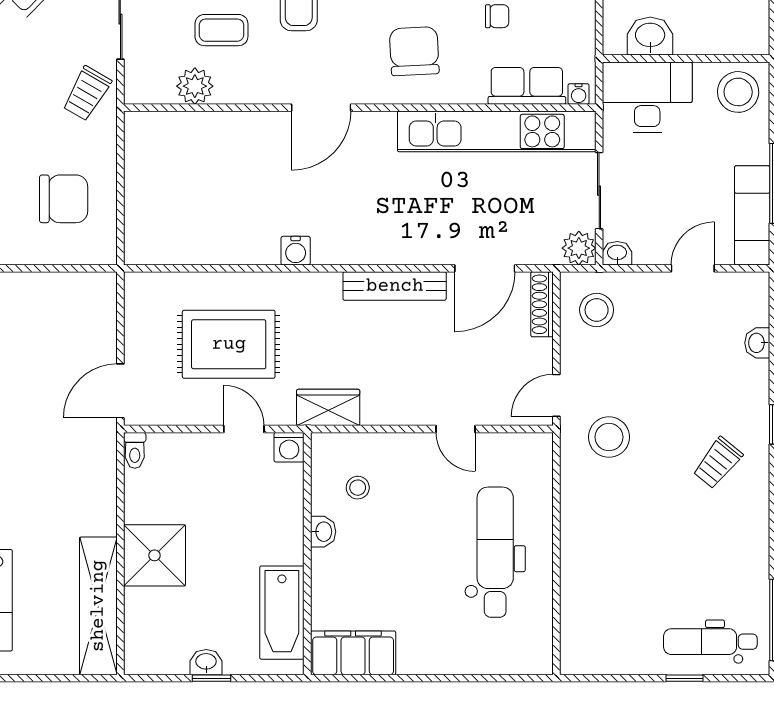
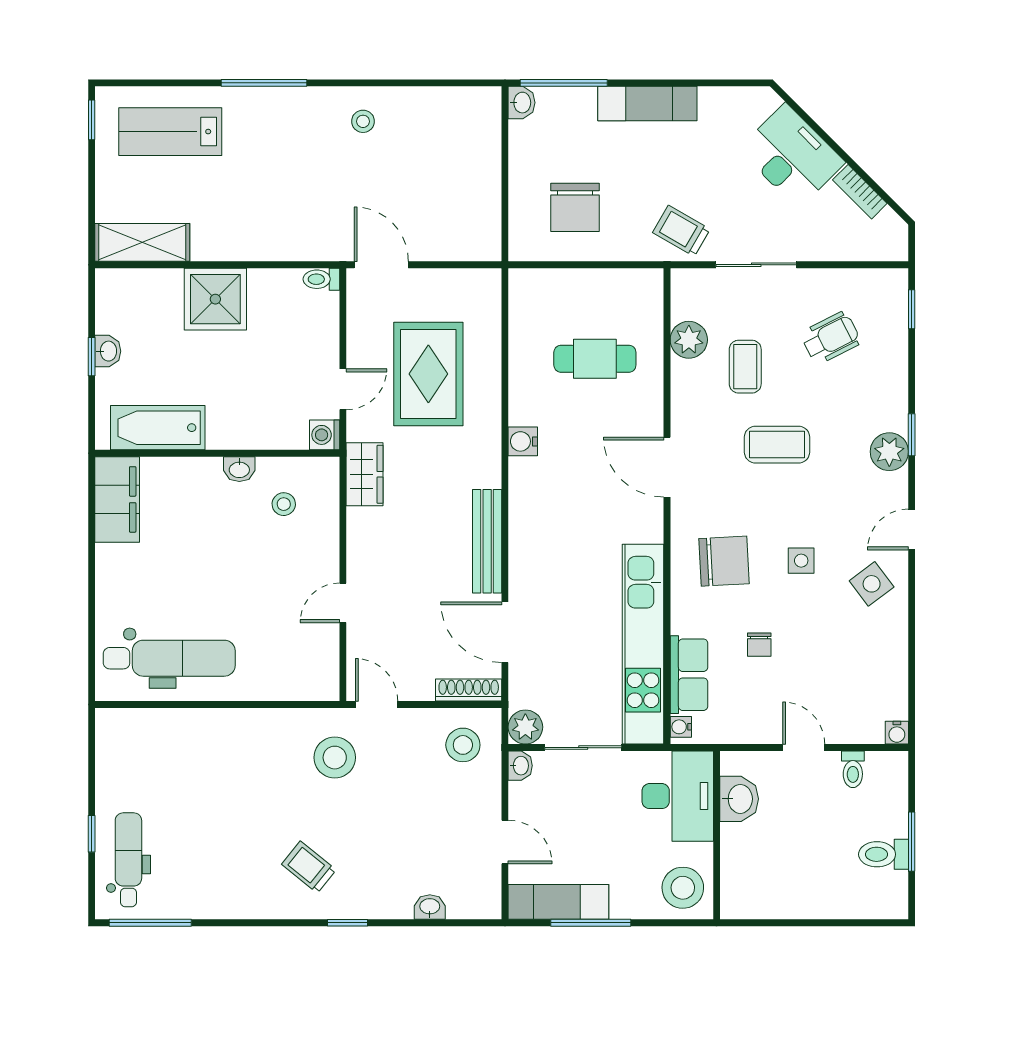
cafe table: (214, 179) -> (595, 359), added
dental chair: (495, 552) -> (169, 658), moved
shelving: (98, 606) -> (142, 242), width x0.68

